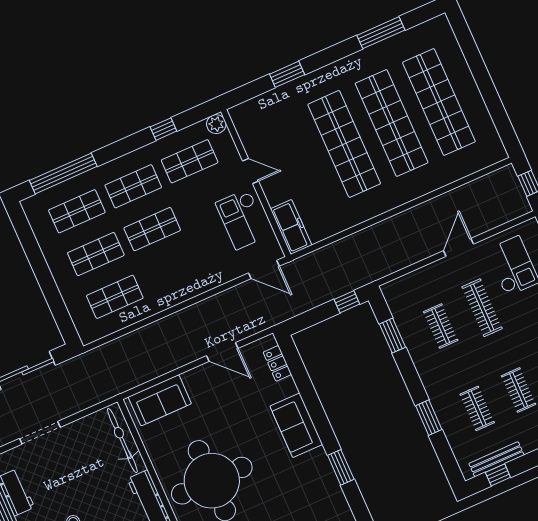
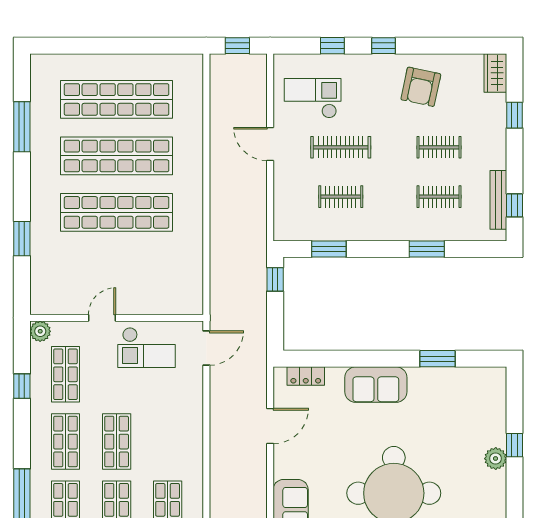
freezer: (291, 227) -> (176, 302), removed

